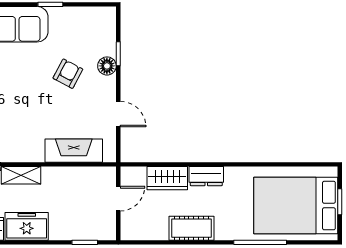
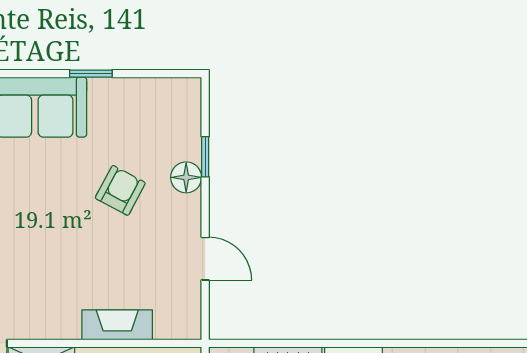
fireplace: (74, 151) -> (117, 325), width x0.73, depth x0.76

